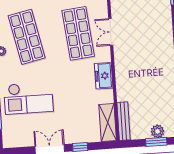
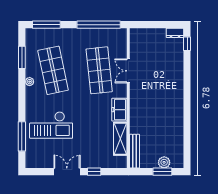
shelving: (108, 123) -> (120, 139), moved

